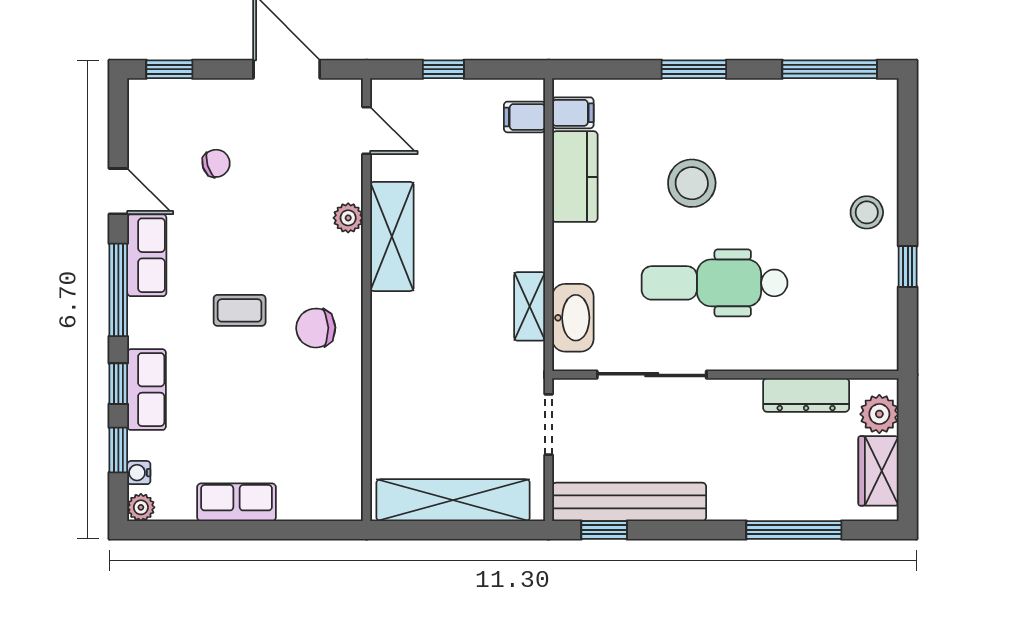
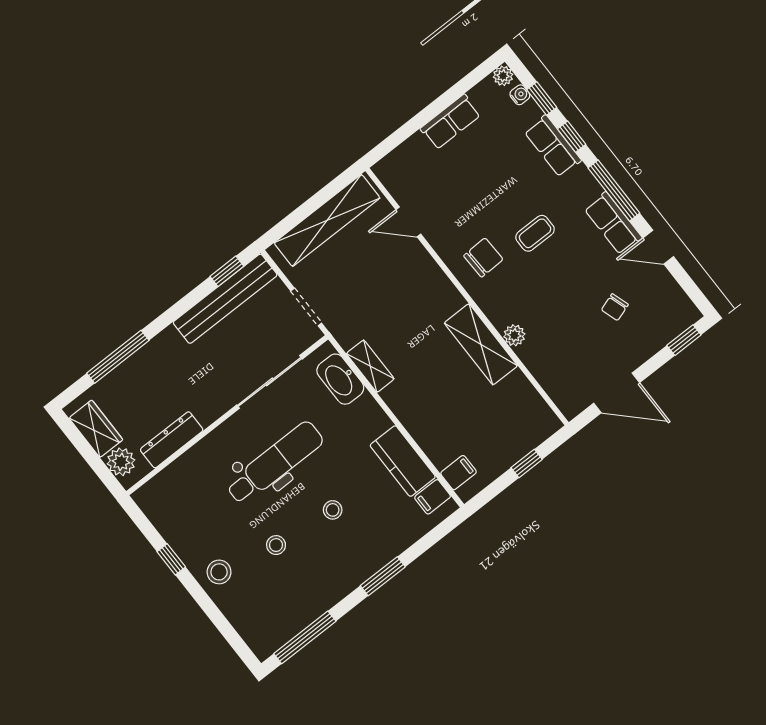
door: (367, 130) -> (408, 222), moved
stool: (692, 183) -> (333, 510), width x0.53, depth x0.53
stool: (783, 193) -> (276, 545), added

